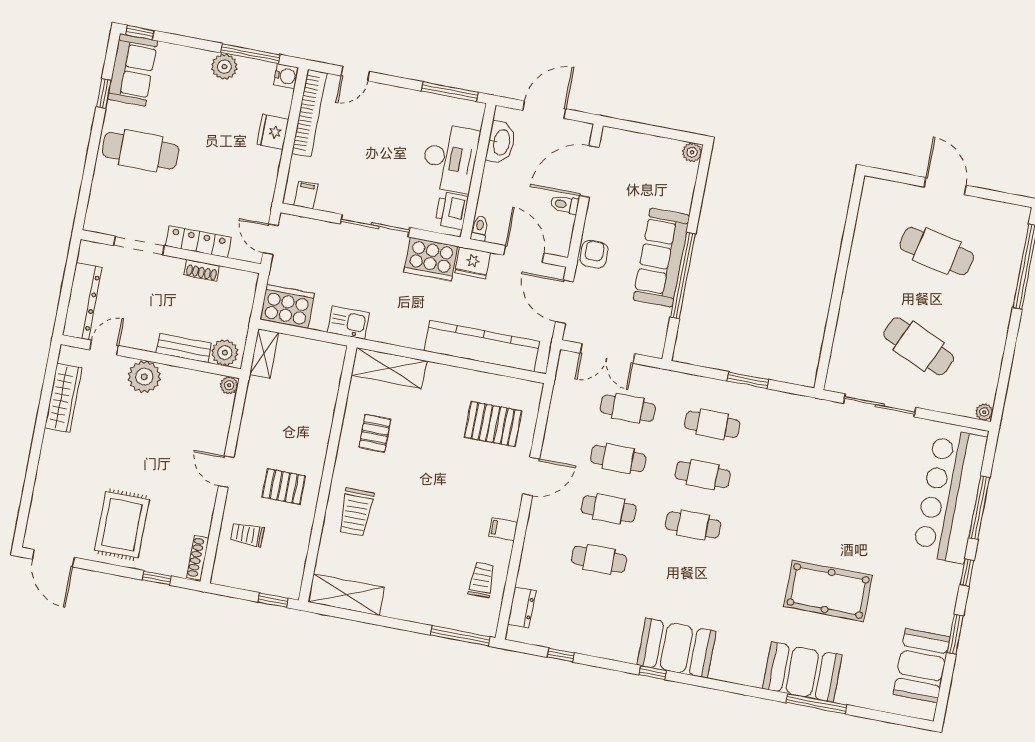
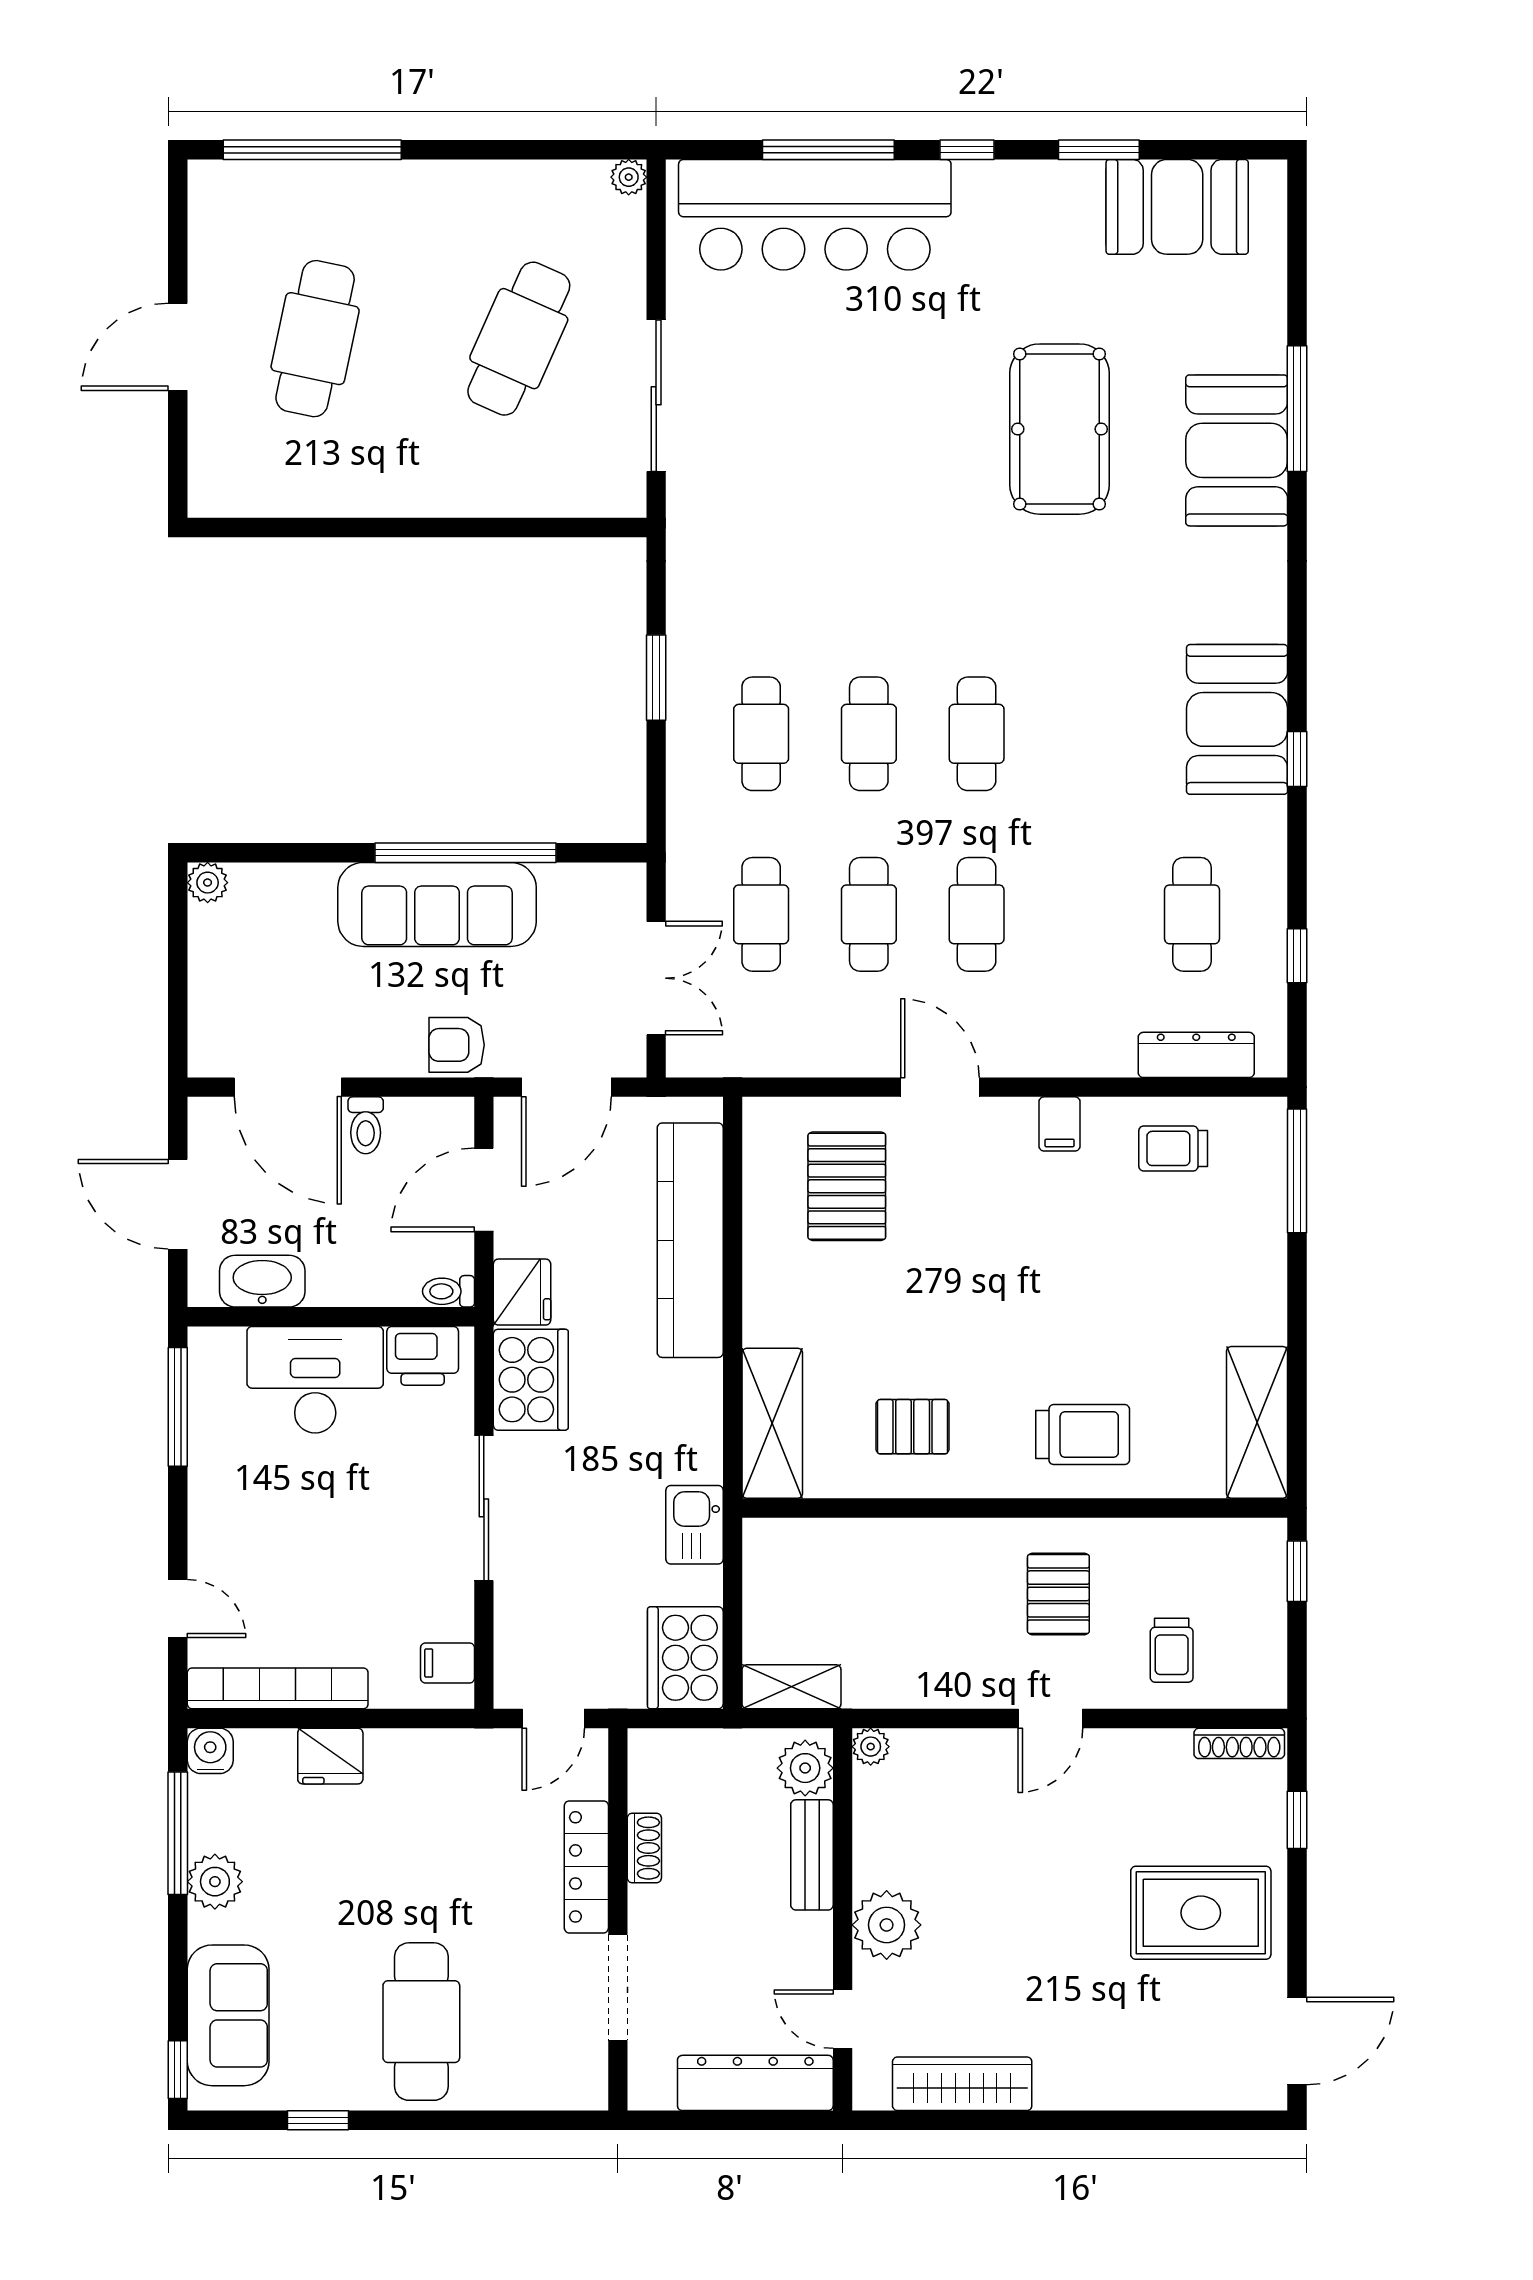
sofa: (133, 70) -> (228, 2015), moved, turned 90
cafe table: (599, 559) -> (1192, 914), moved
dresser: (522, 607) -> (1196, 1055), width x1.44

